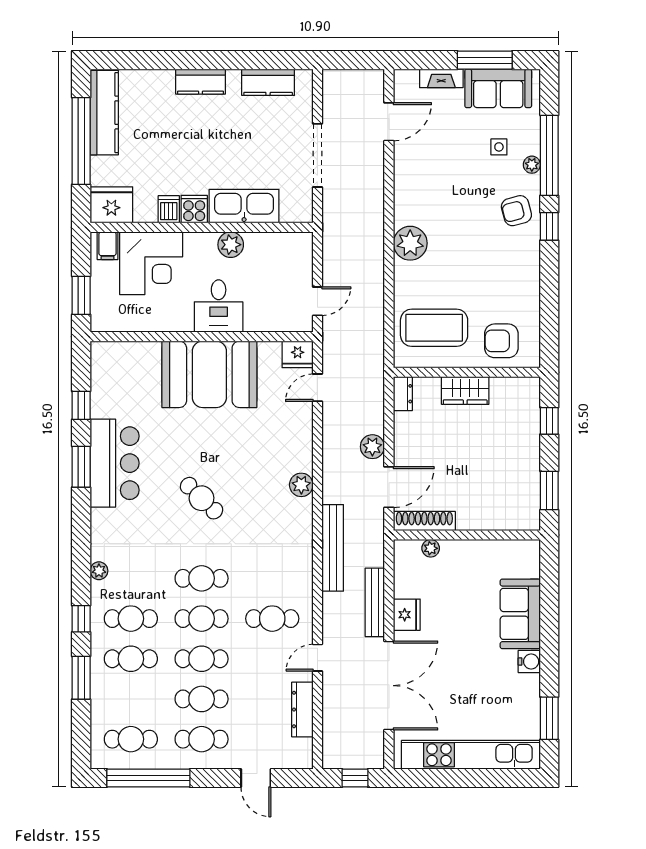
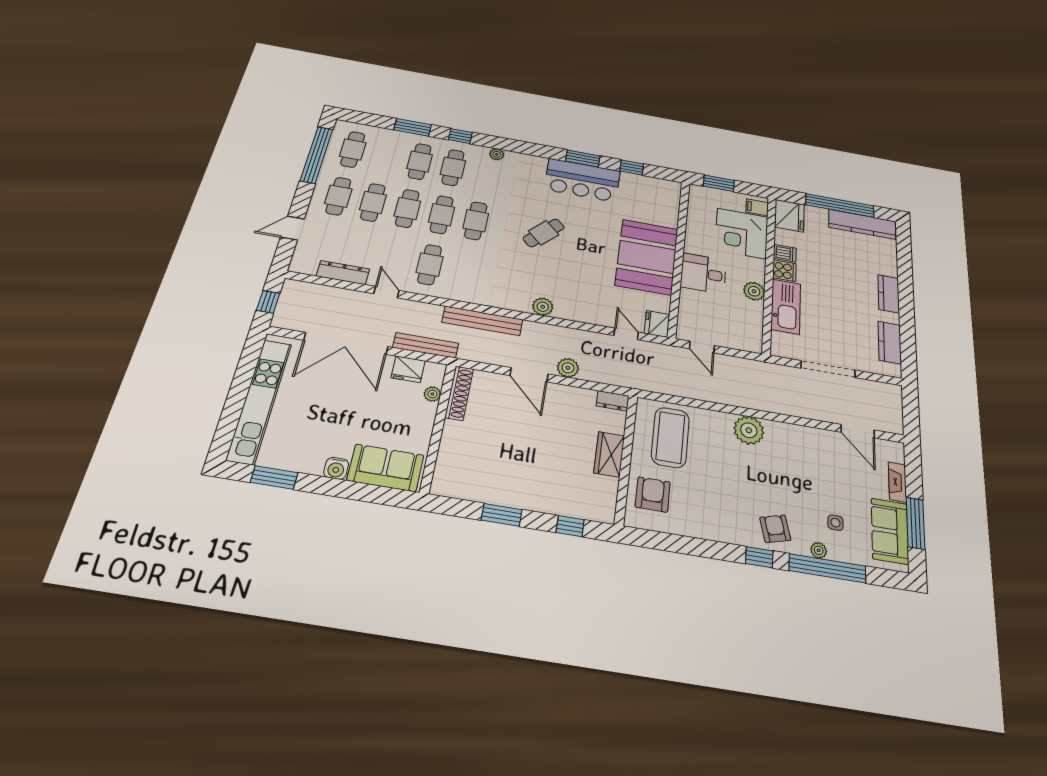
shoe rack: (424, 521) -> (459, 393), moved
wall: (467, 535) -> (438, 427), moved
plant: (431, 548) -> (432, 394), moved

